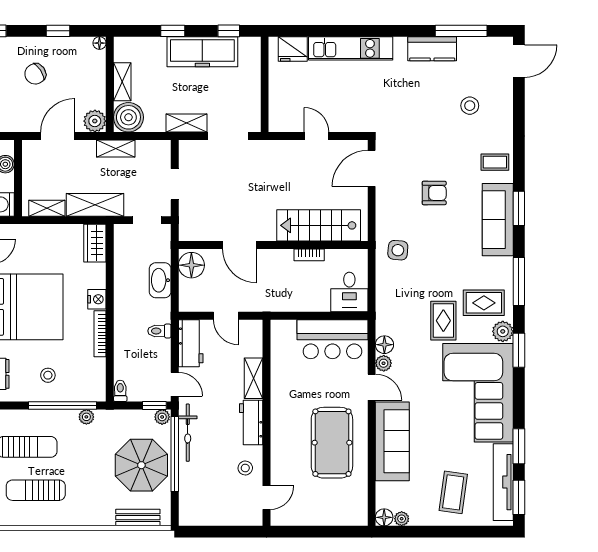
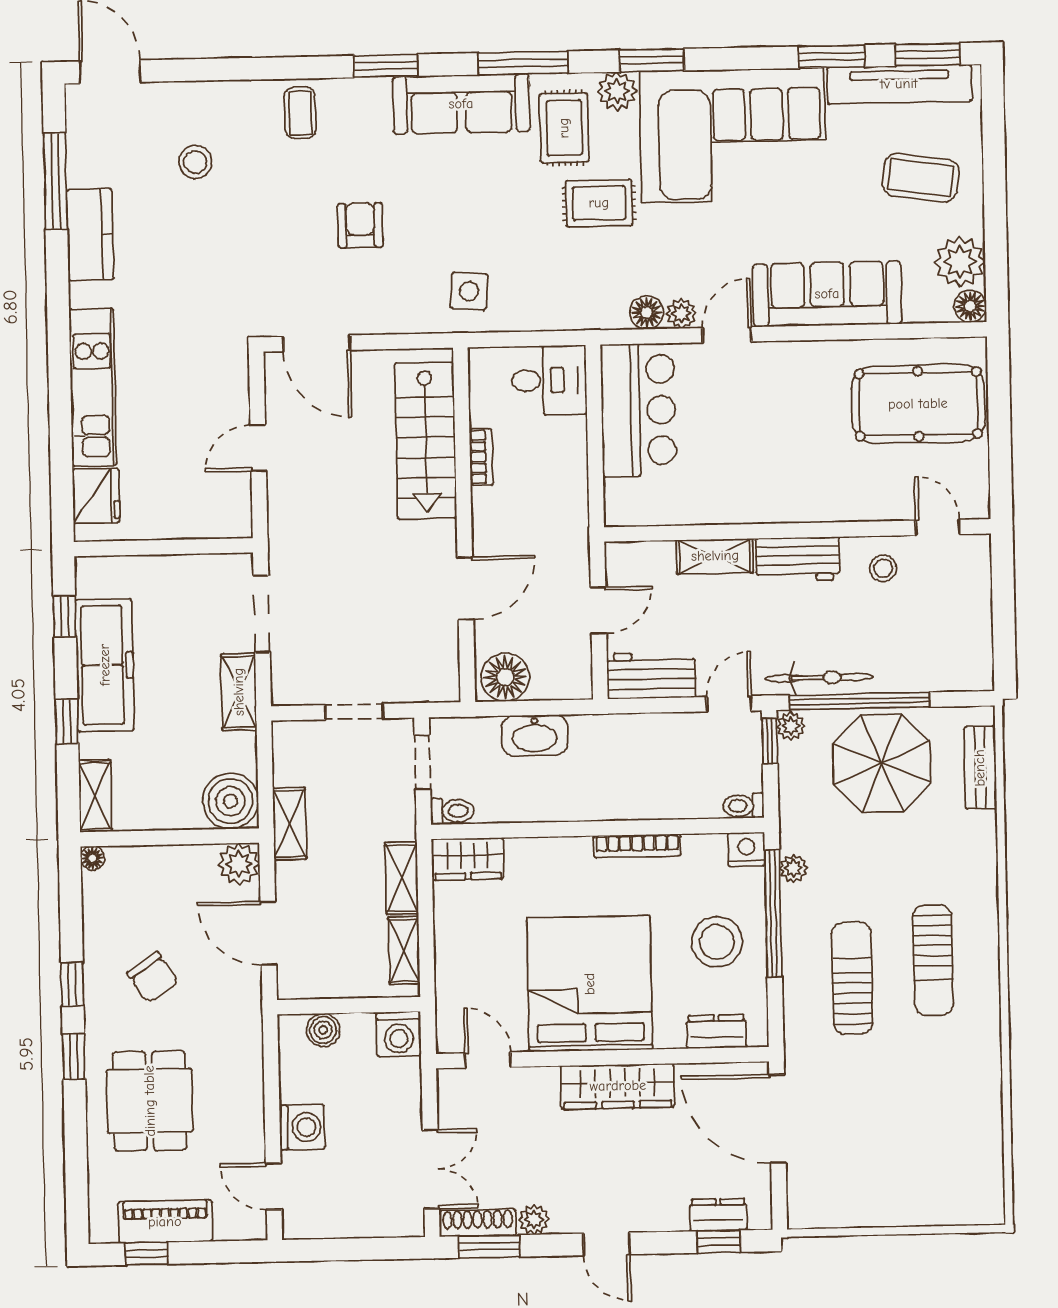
window: (58, 31) -> (72, 984), moved
shelving: (122, 82) -> (95, 796), moved, turned 90
shelving: (95, 205) -> (402, 878), width x0.67, depth x0.75
sofa: (498, 220) -> (461, 104), moved
nightstand: (97, 299) -> (746, 849), moved
toilet: (159, 331) -> (452, 811), moved, turned -90
stool: (48, 375) -> (717, 942), width x1.89, depth x1.89
pool table: (332, 443) -> (918, 404), moved
plant: (402, 519) -> (960, 262), width x1.88, depth x1.88

